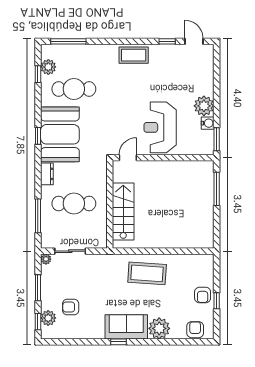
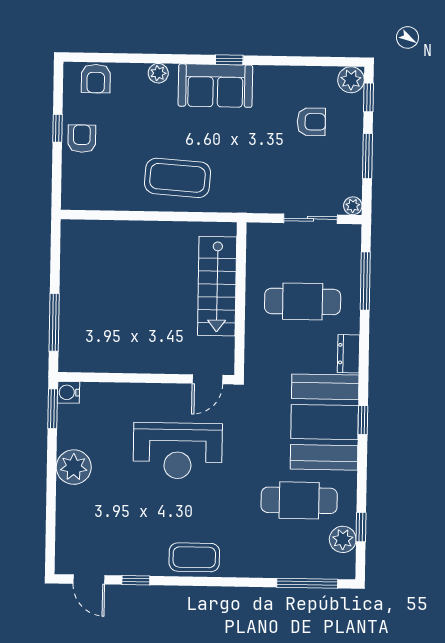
water cooler: (208, 123) -> (68, 392), moved
reception desk: (160, 127) -> (178, 451), moved, turned 90
plant: (48, 318) -> (351, 80), moved
plant: (159, 328) -> (158, 73), width x0.53, depth x0.53

